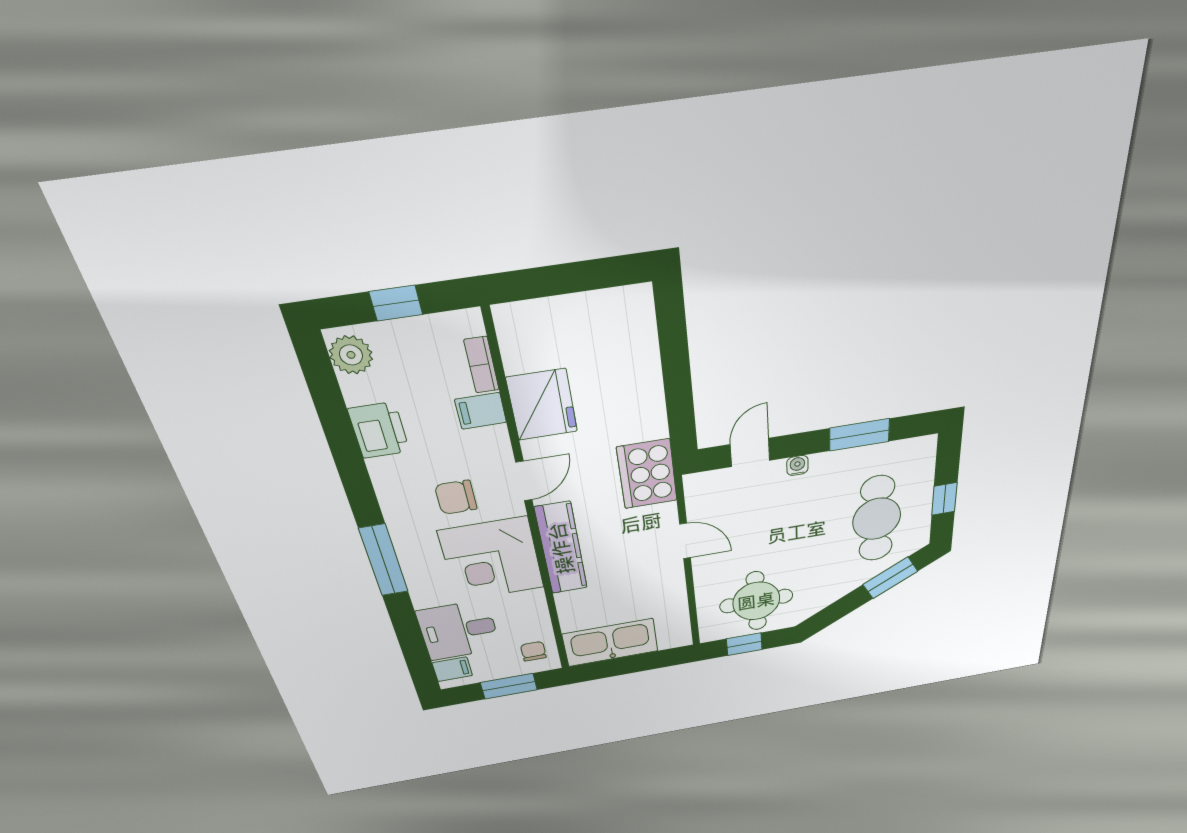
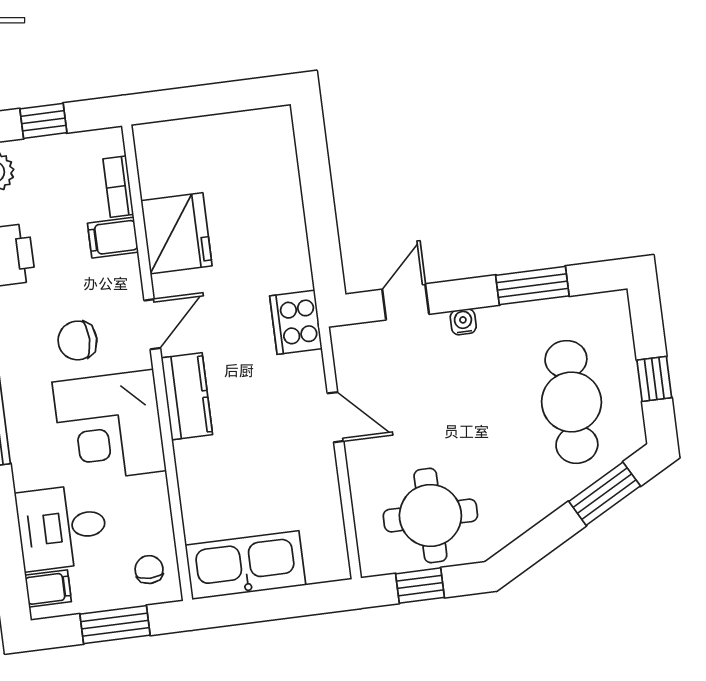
cooker: (647, 474) -> (296, 322), width x0.73, depth x0.76
kitchen counter: (561, 548) -> (187, 396), width x0.67

